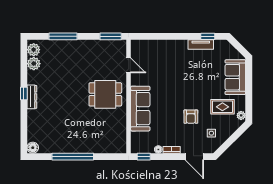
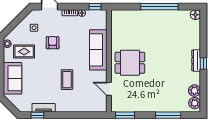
coffee table: (175, 76) -> (67, 80), added

